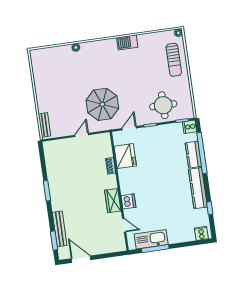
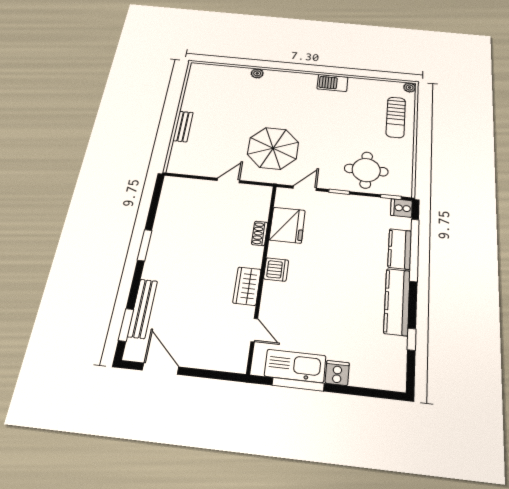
bench: (44, 125) -> (183, 126), moved
dishwasher: (128, 201) -> (276, 270), moved
cooker: (201, 233) -> (337, 373), moved

